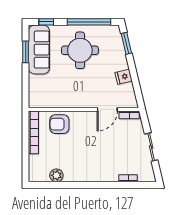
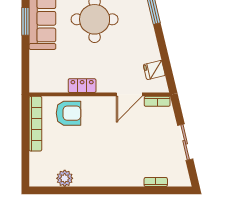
fridge: (124, 77) -> (154, 70), moved
locker: (70, 102) -> (82, 86), added
armchair: (59, 124) -> (68, 113), turned 180

